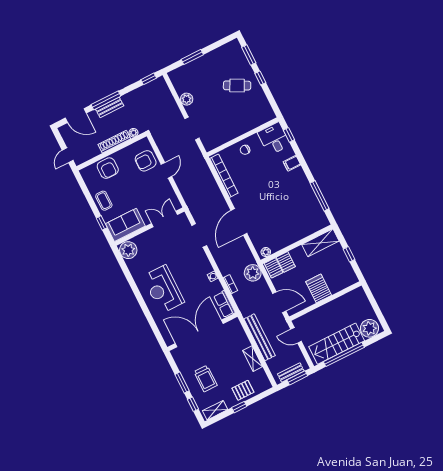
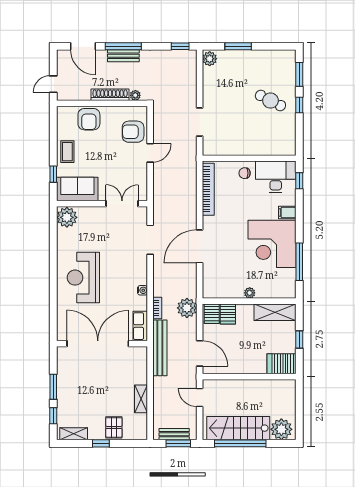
plant: (187, 99) -> (210, 59), moved
desk: (274, 139) -> (276, 177), width x1.37
corner desk: (292, 193) -> (272, 244), added
plant: (266, 252) -> (250, 293), moved
server rack: (319, 288) -> (281, 364), moved, turned -90
bench: (260, 337) -> (160, 348), moved
trolley: (206, 378) -> (80, 395), removed
pallet: (243, 390) -> (114, 427), turned 90

